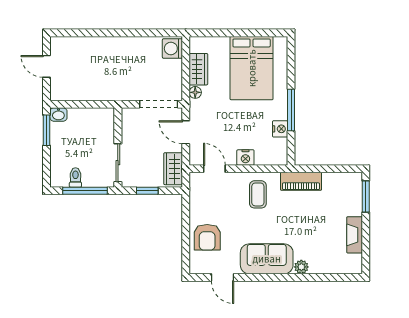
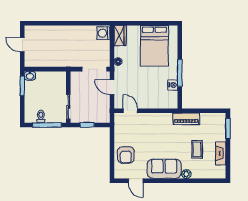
wardrobe: (198, 69) -> (120, 36), moved
nightstand: (245, 157) -> (150, 104), removed
wardrobe: (173, 169) -> (104, 111), removed
coffee table: (258, 194) -> (197, 149), moved

